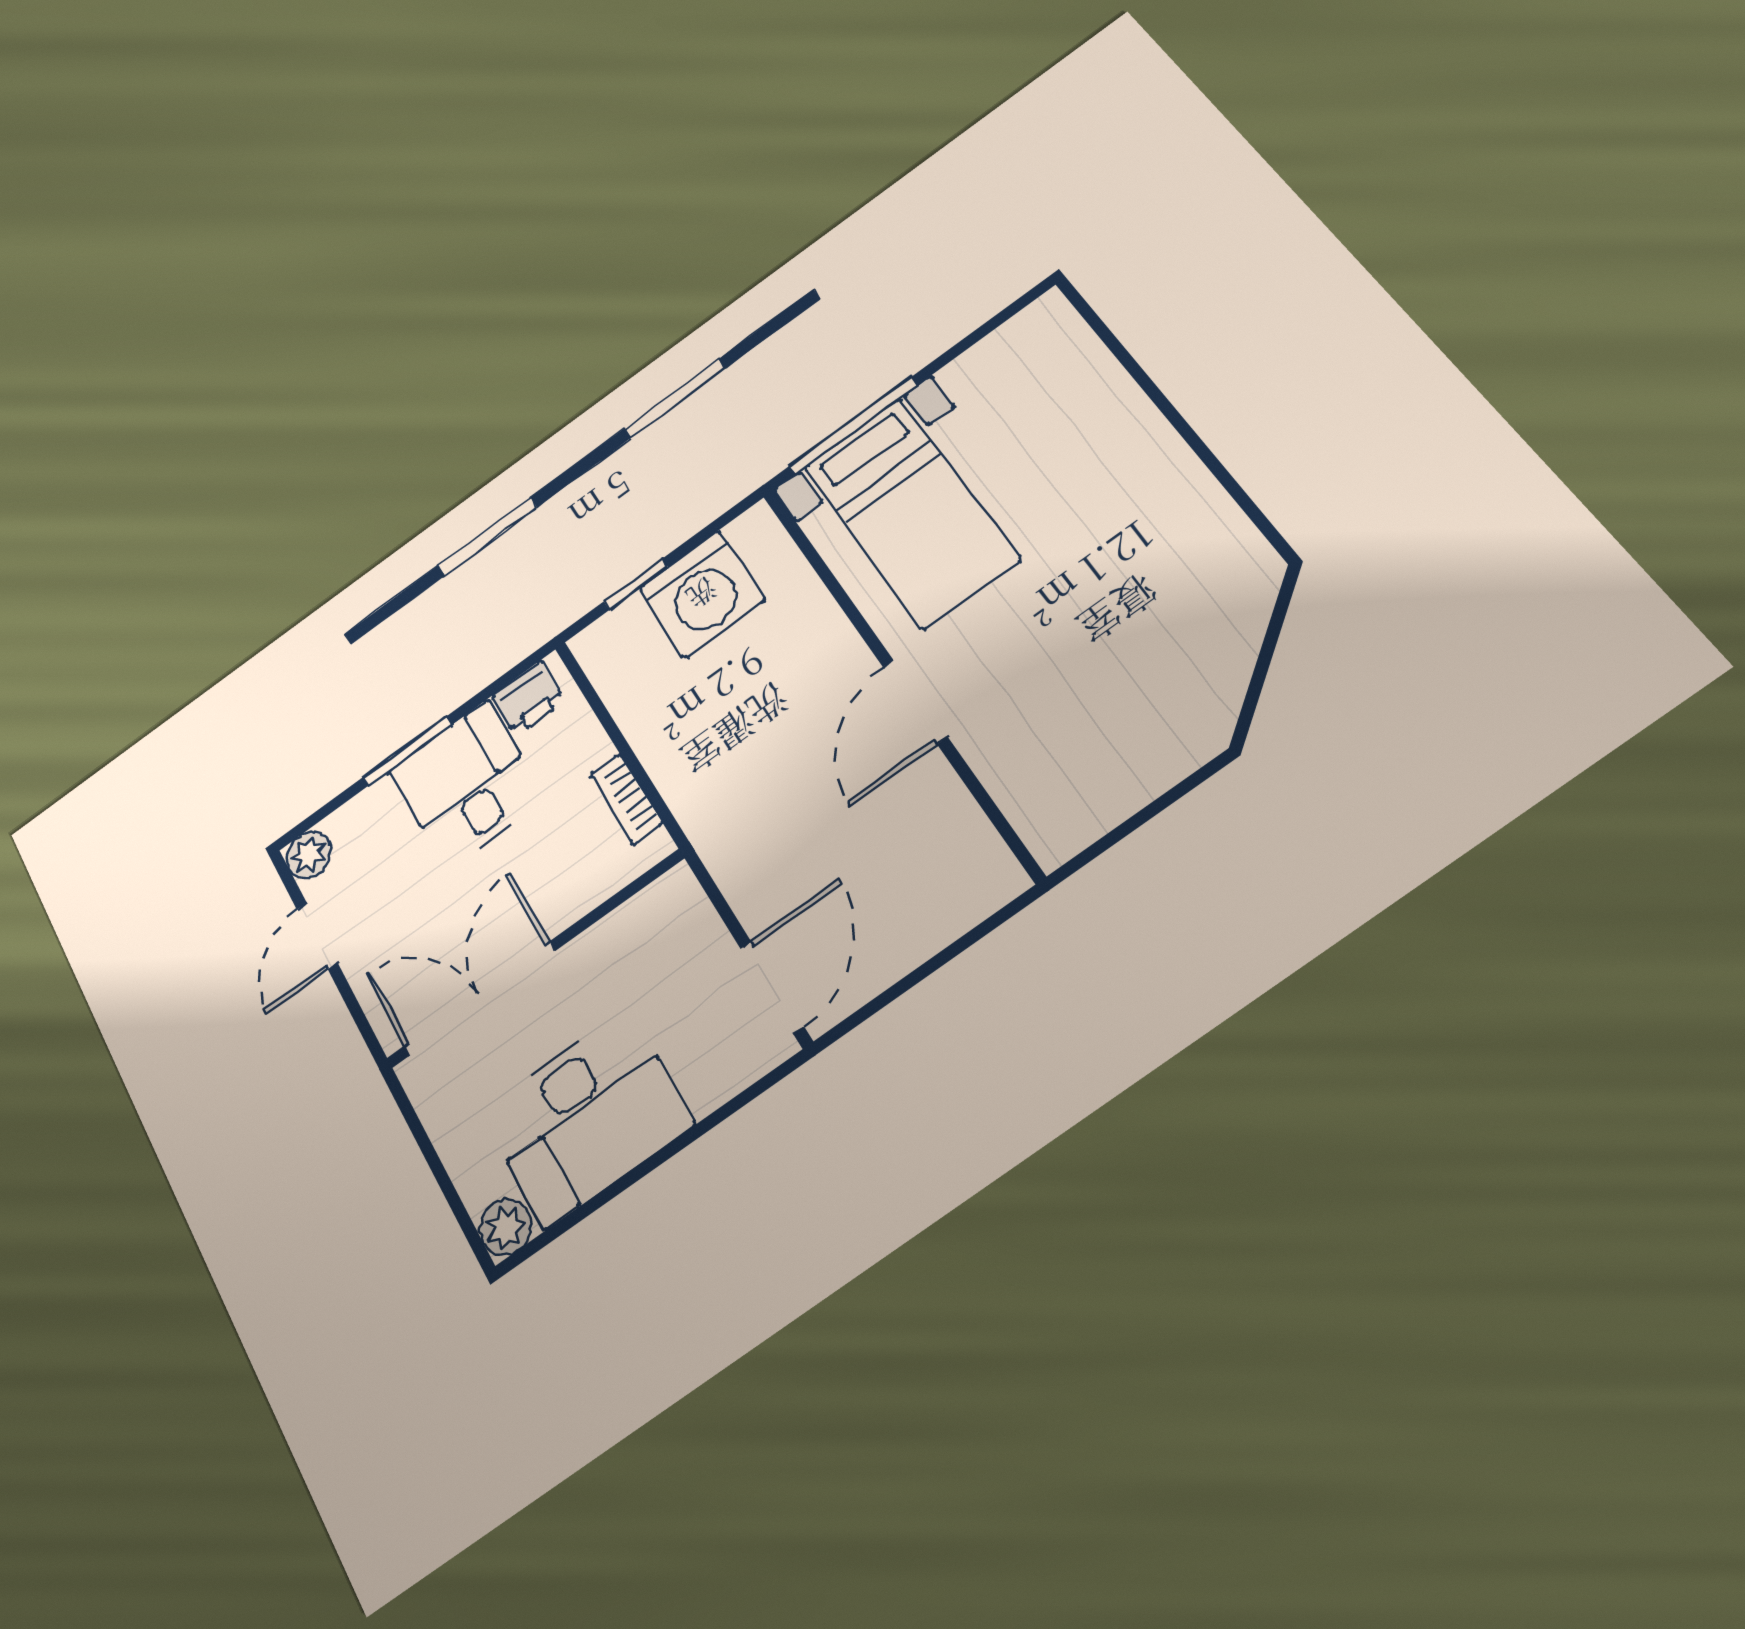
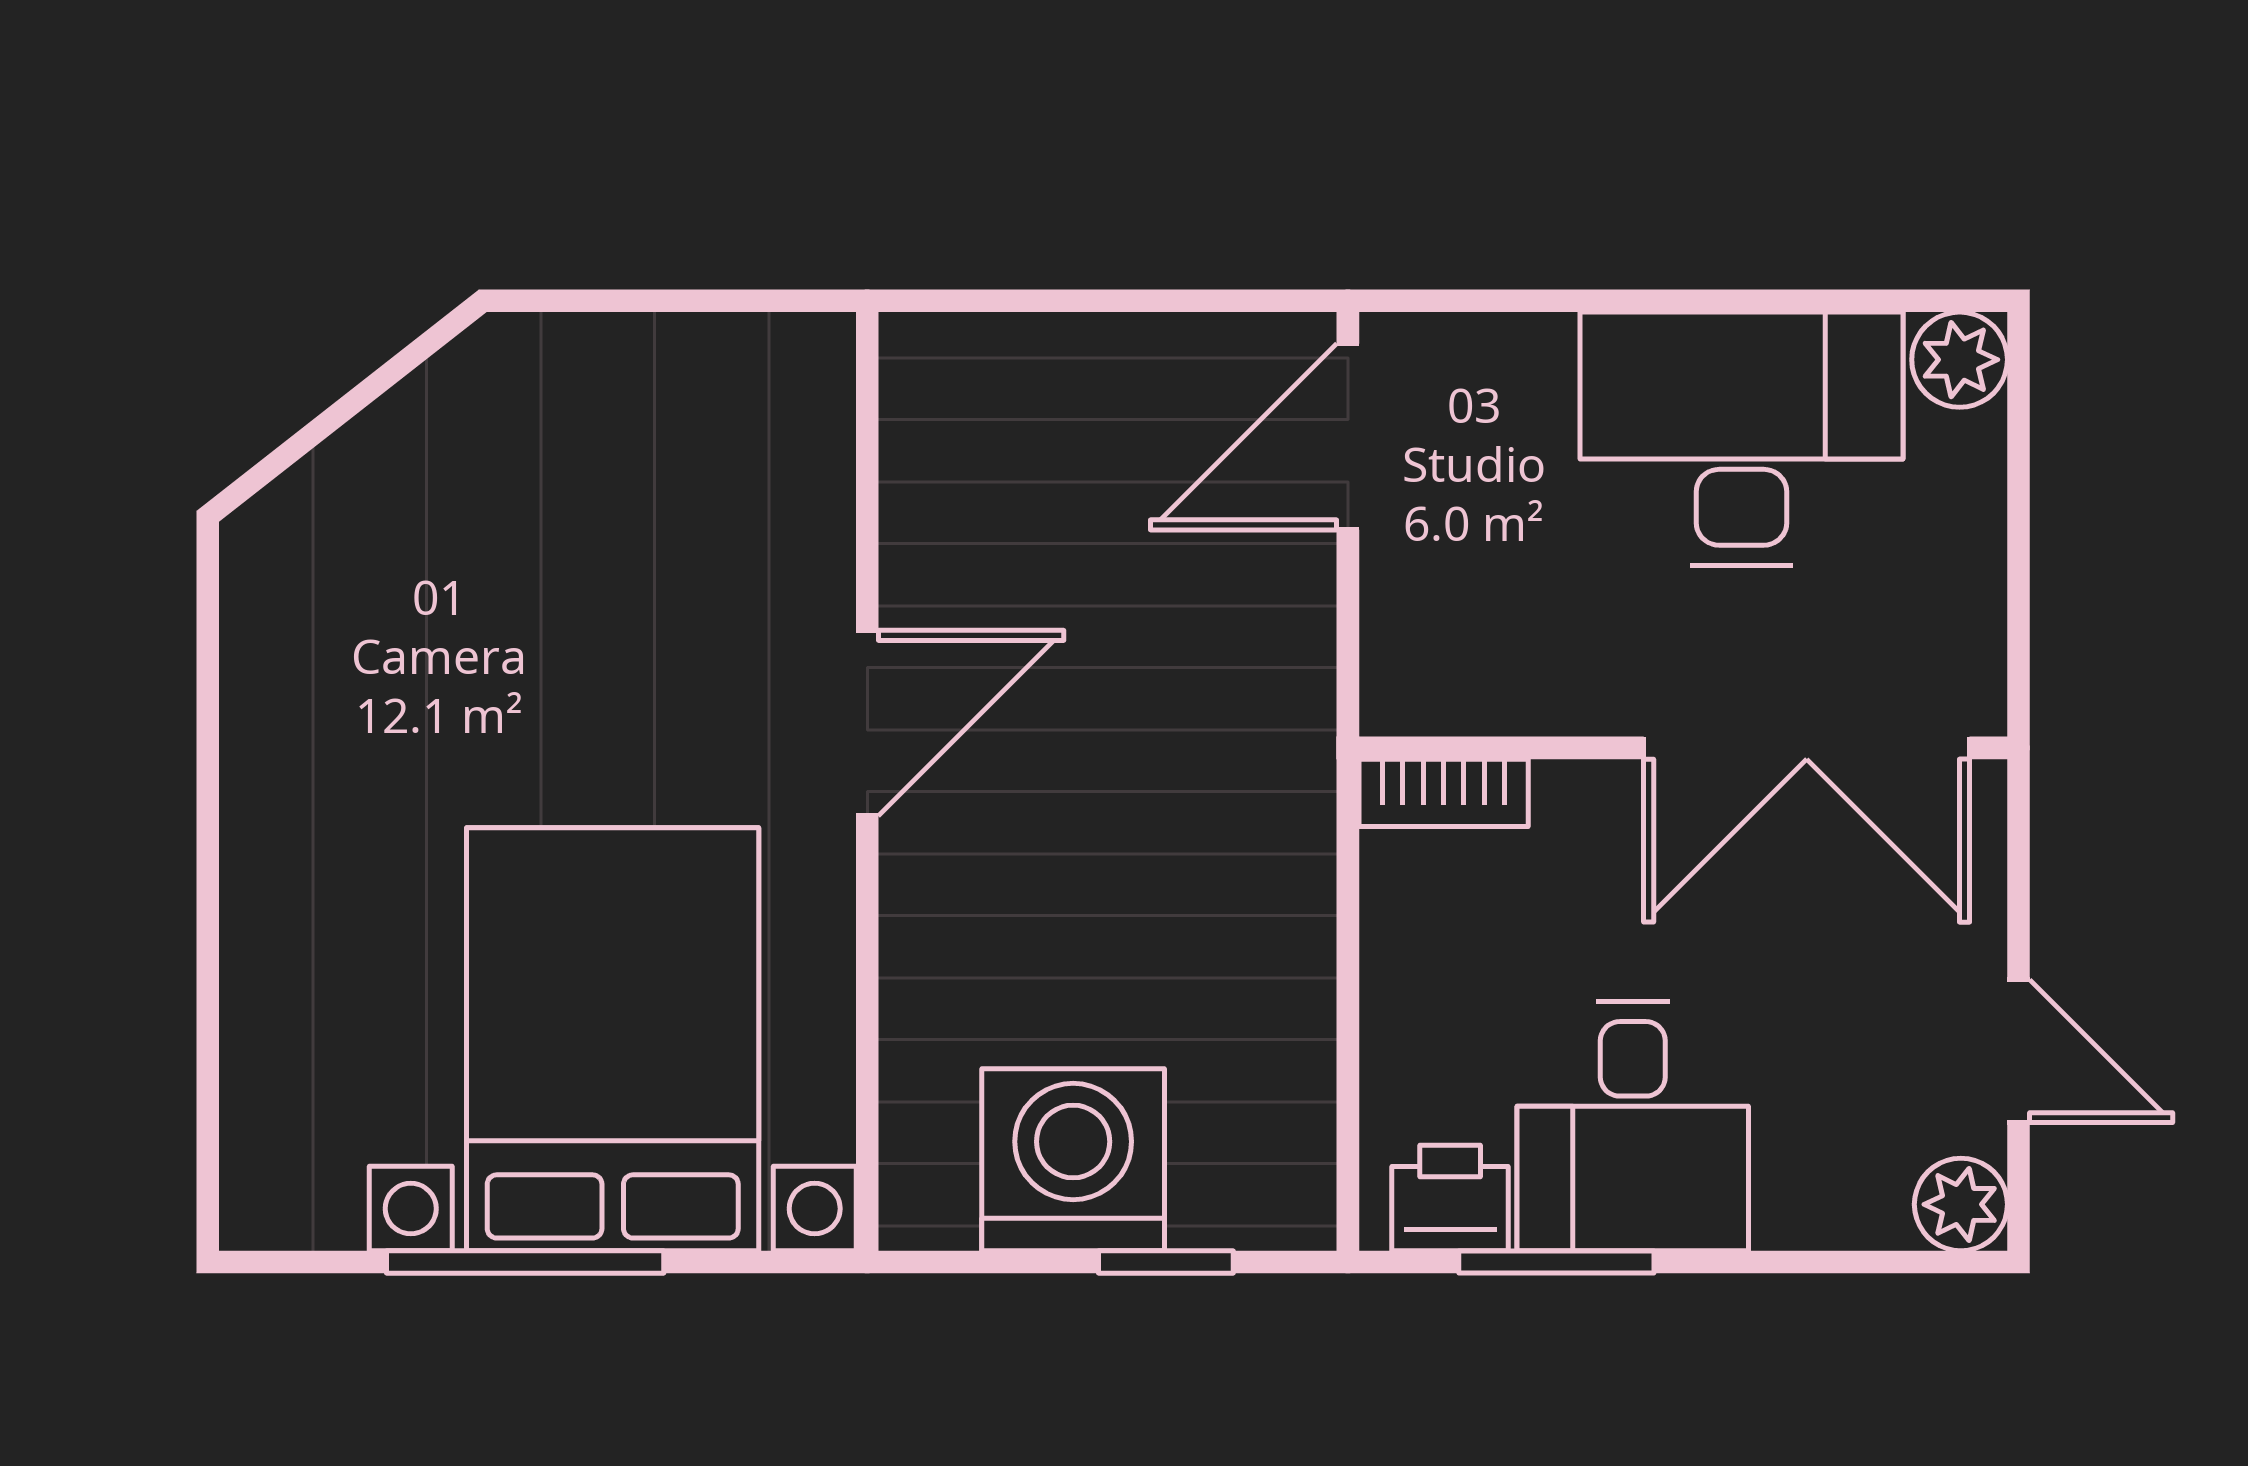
window: (853, 426) -> (525, 1262), moved
bed with nightstands: (911, 512) -> (613, 1039), width x1.36
window: (407, 751) -> (1556, 1262), moved
bookcase: (626, 799) -> (1444, 793), moved, turned 90
door: (317, 936) -> (2018, 1051), hinge flipped

